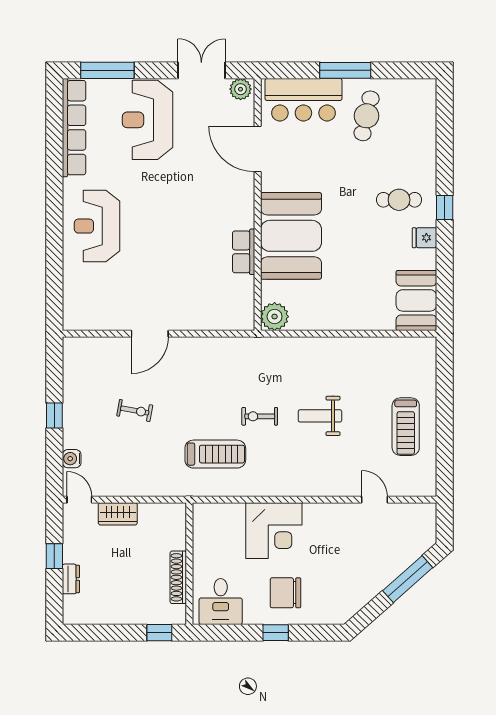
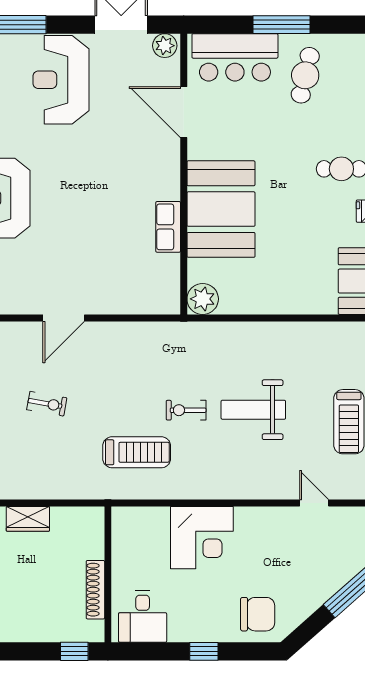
weight bench: (320, 416) -> (253, 410), width x1.36, depth x1.33
chair: (285, 593) -> (258, 614), moved, turned 180

